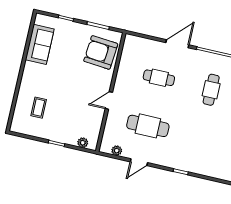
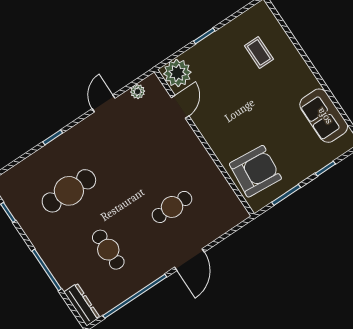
door: (109, 100) -> (180, 107), moved
cafe table: (148, 126) -> (69, 191), moved
plant: (83, 143) -> (177, 73), width x1.87, depth x1.87

